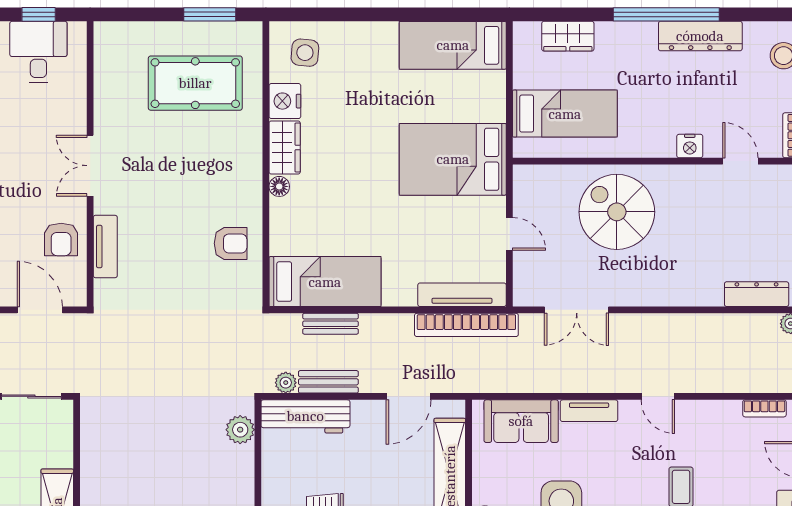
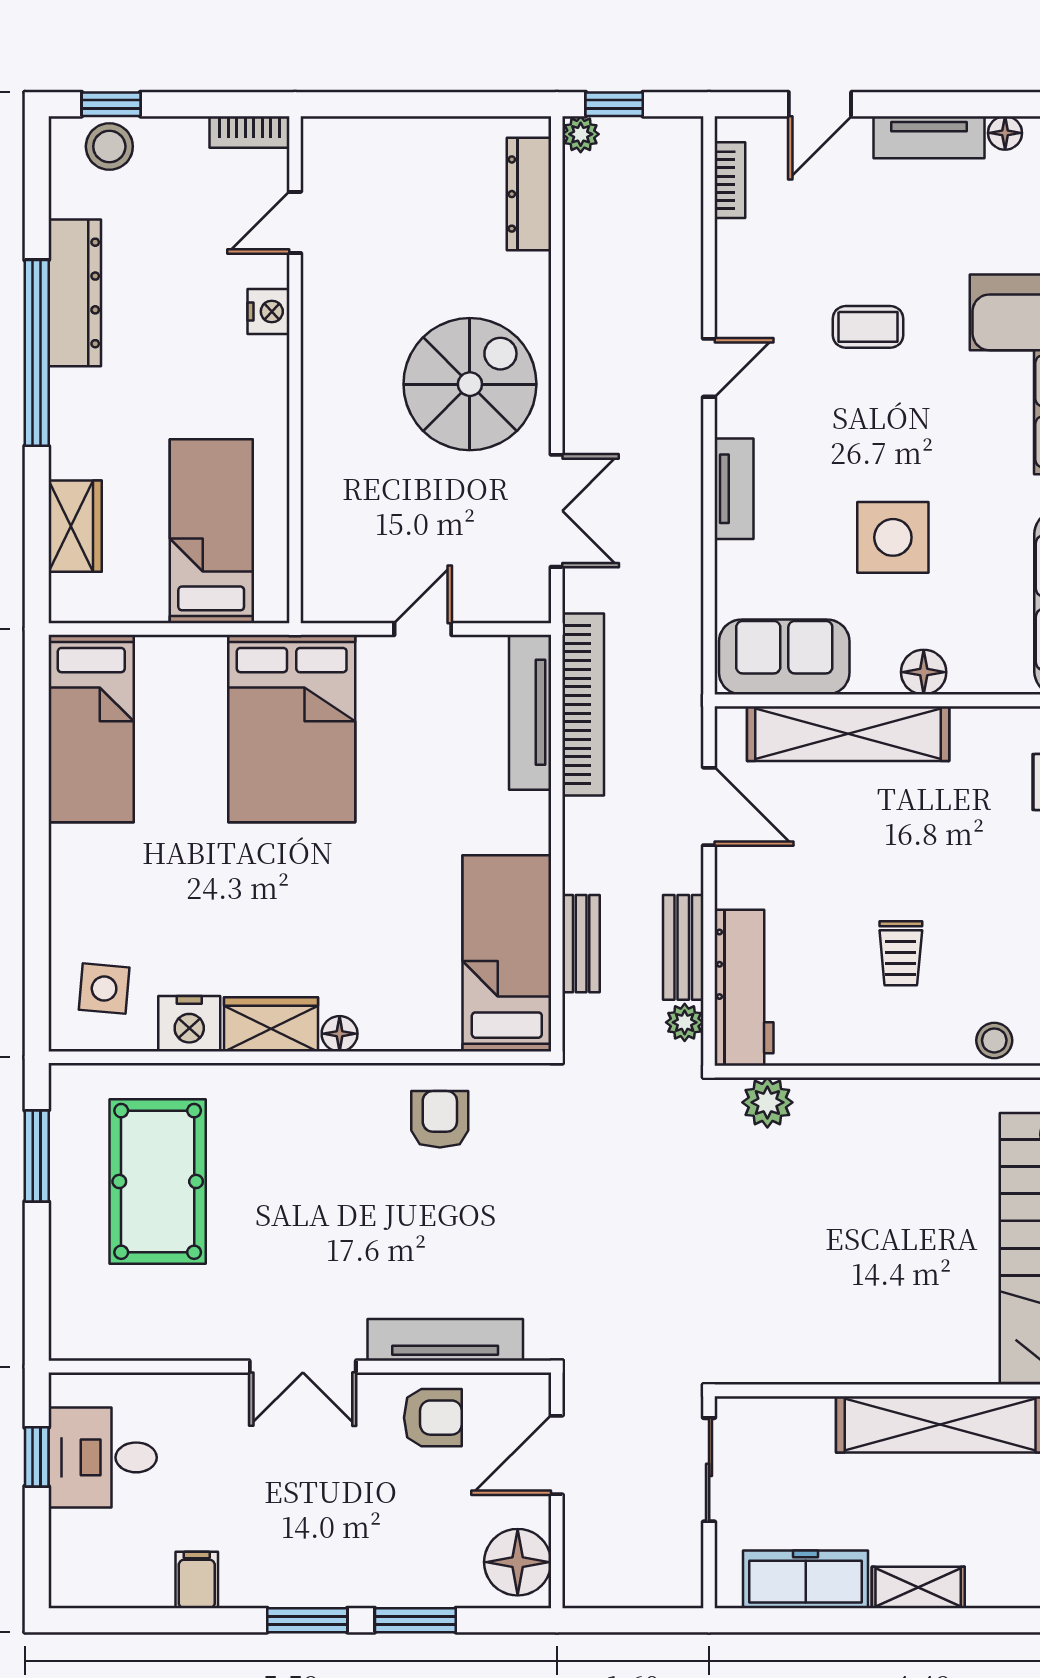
spiral stairs: (617, 212) -> (470, 384), moved, turned 180
tv unit: (105, 246) -> (445, 1340), width x1.41
sofa: (521, 421) -> (784, 657), moved, turned -90

